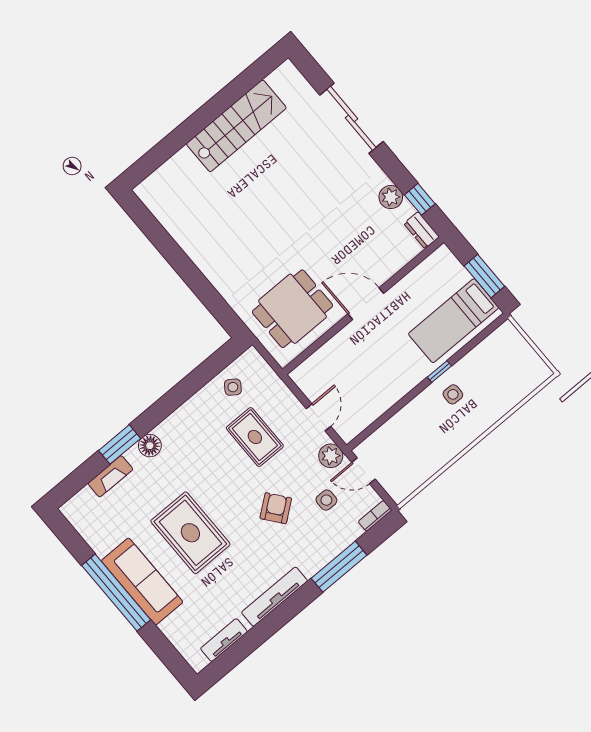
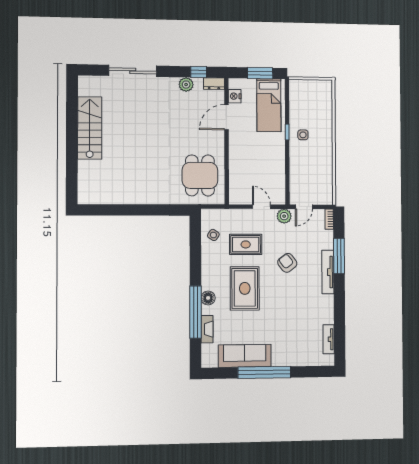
nightstand: (428, 269) -> (235, 96), added
door: (366, 304) -> (226, 117), moved
window: (120, 444) -> (195, 312), width x2.11
side table: (326, 500) -> (303, 236), removed
rug: (190, 533) -> (245, 288), moved, turned 90
sofa: (142, 581) -> (245, 356), moved
tv unit: (275, 597) -> (328, 272), moved

